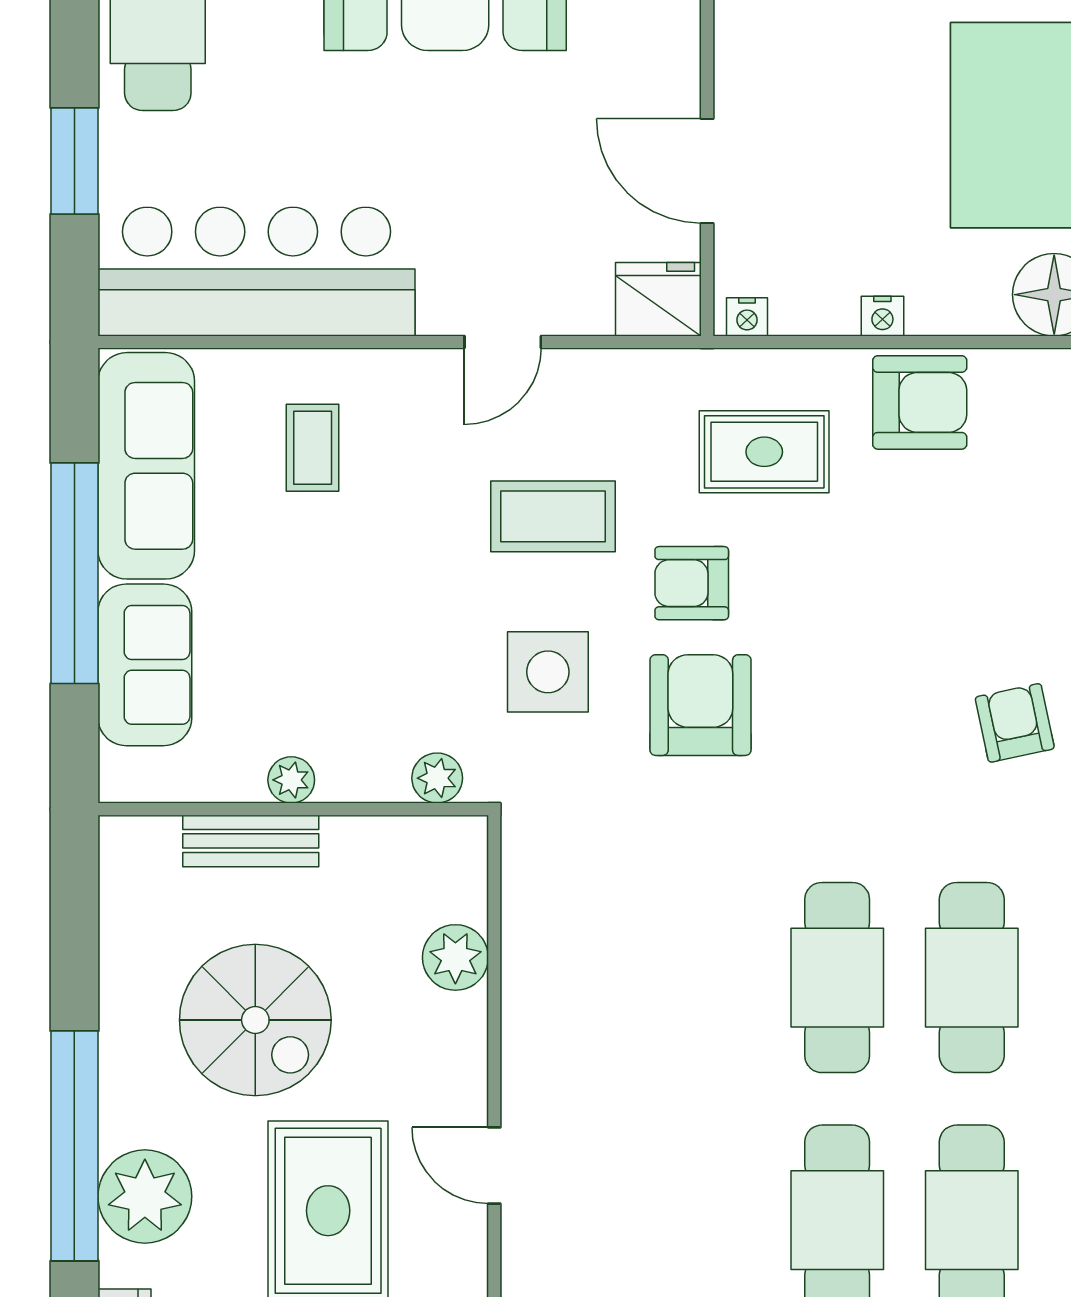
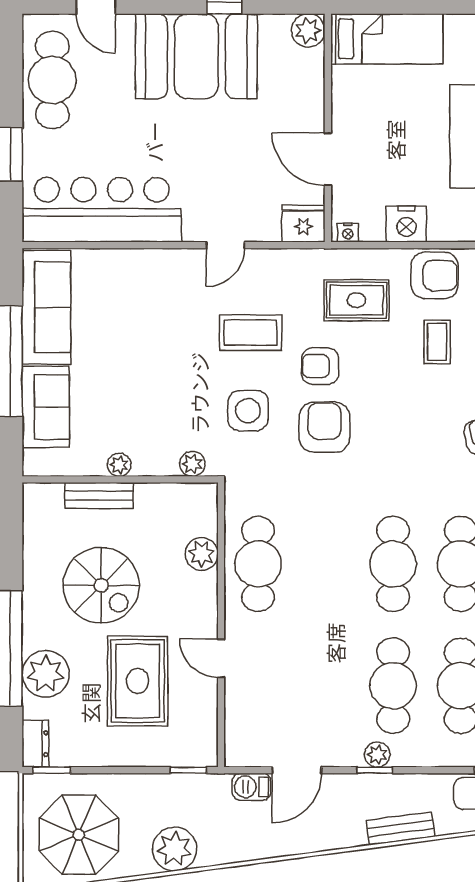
nightstand: (882, 316) -> (406, 224), width x1.89, depth x1.79
coffee table: (313, 448) -> (437, 342), moved
cafe table: (568, 978) -> (258, 564), added

